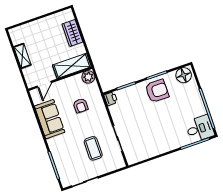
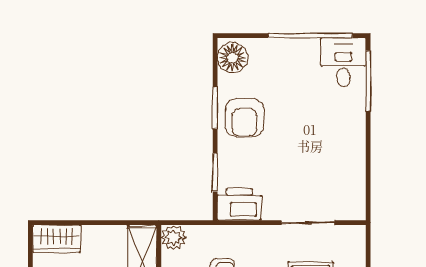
wardrobe: (72, 33) -> (57, 239), moved
armchair: (157, 91) -> (244, 118), turned 180
printer: (111, 99) -> (239, 204), width x1.87, depth x1.48

